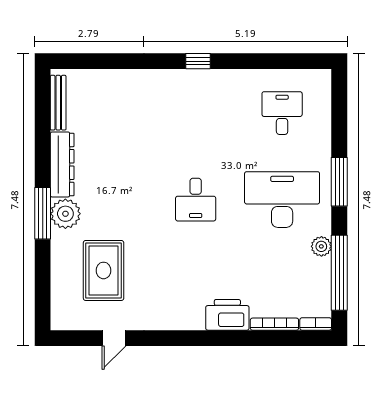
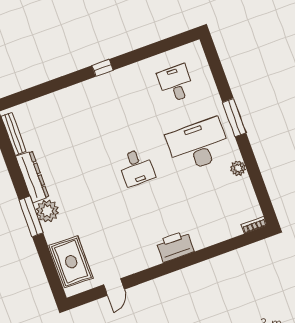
rug: (104, 270) -> (71, 262), moved
window: (339, 273) -> (258, 182), removed
printer: (227, 315) -> (175, 246), moved
bookcase: (274, 324) -> (225, 236), removed

